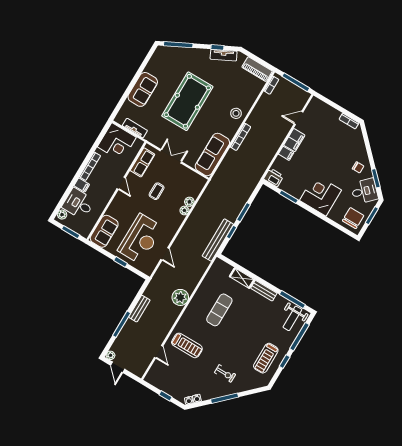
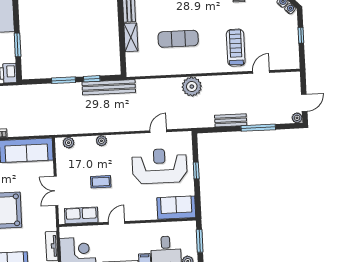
plant: (189, 202) -> (69, 143), moved

